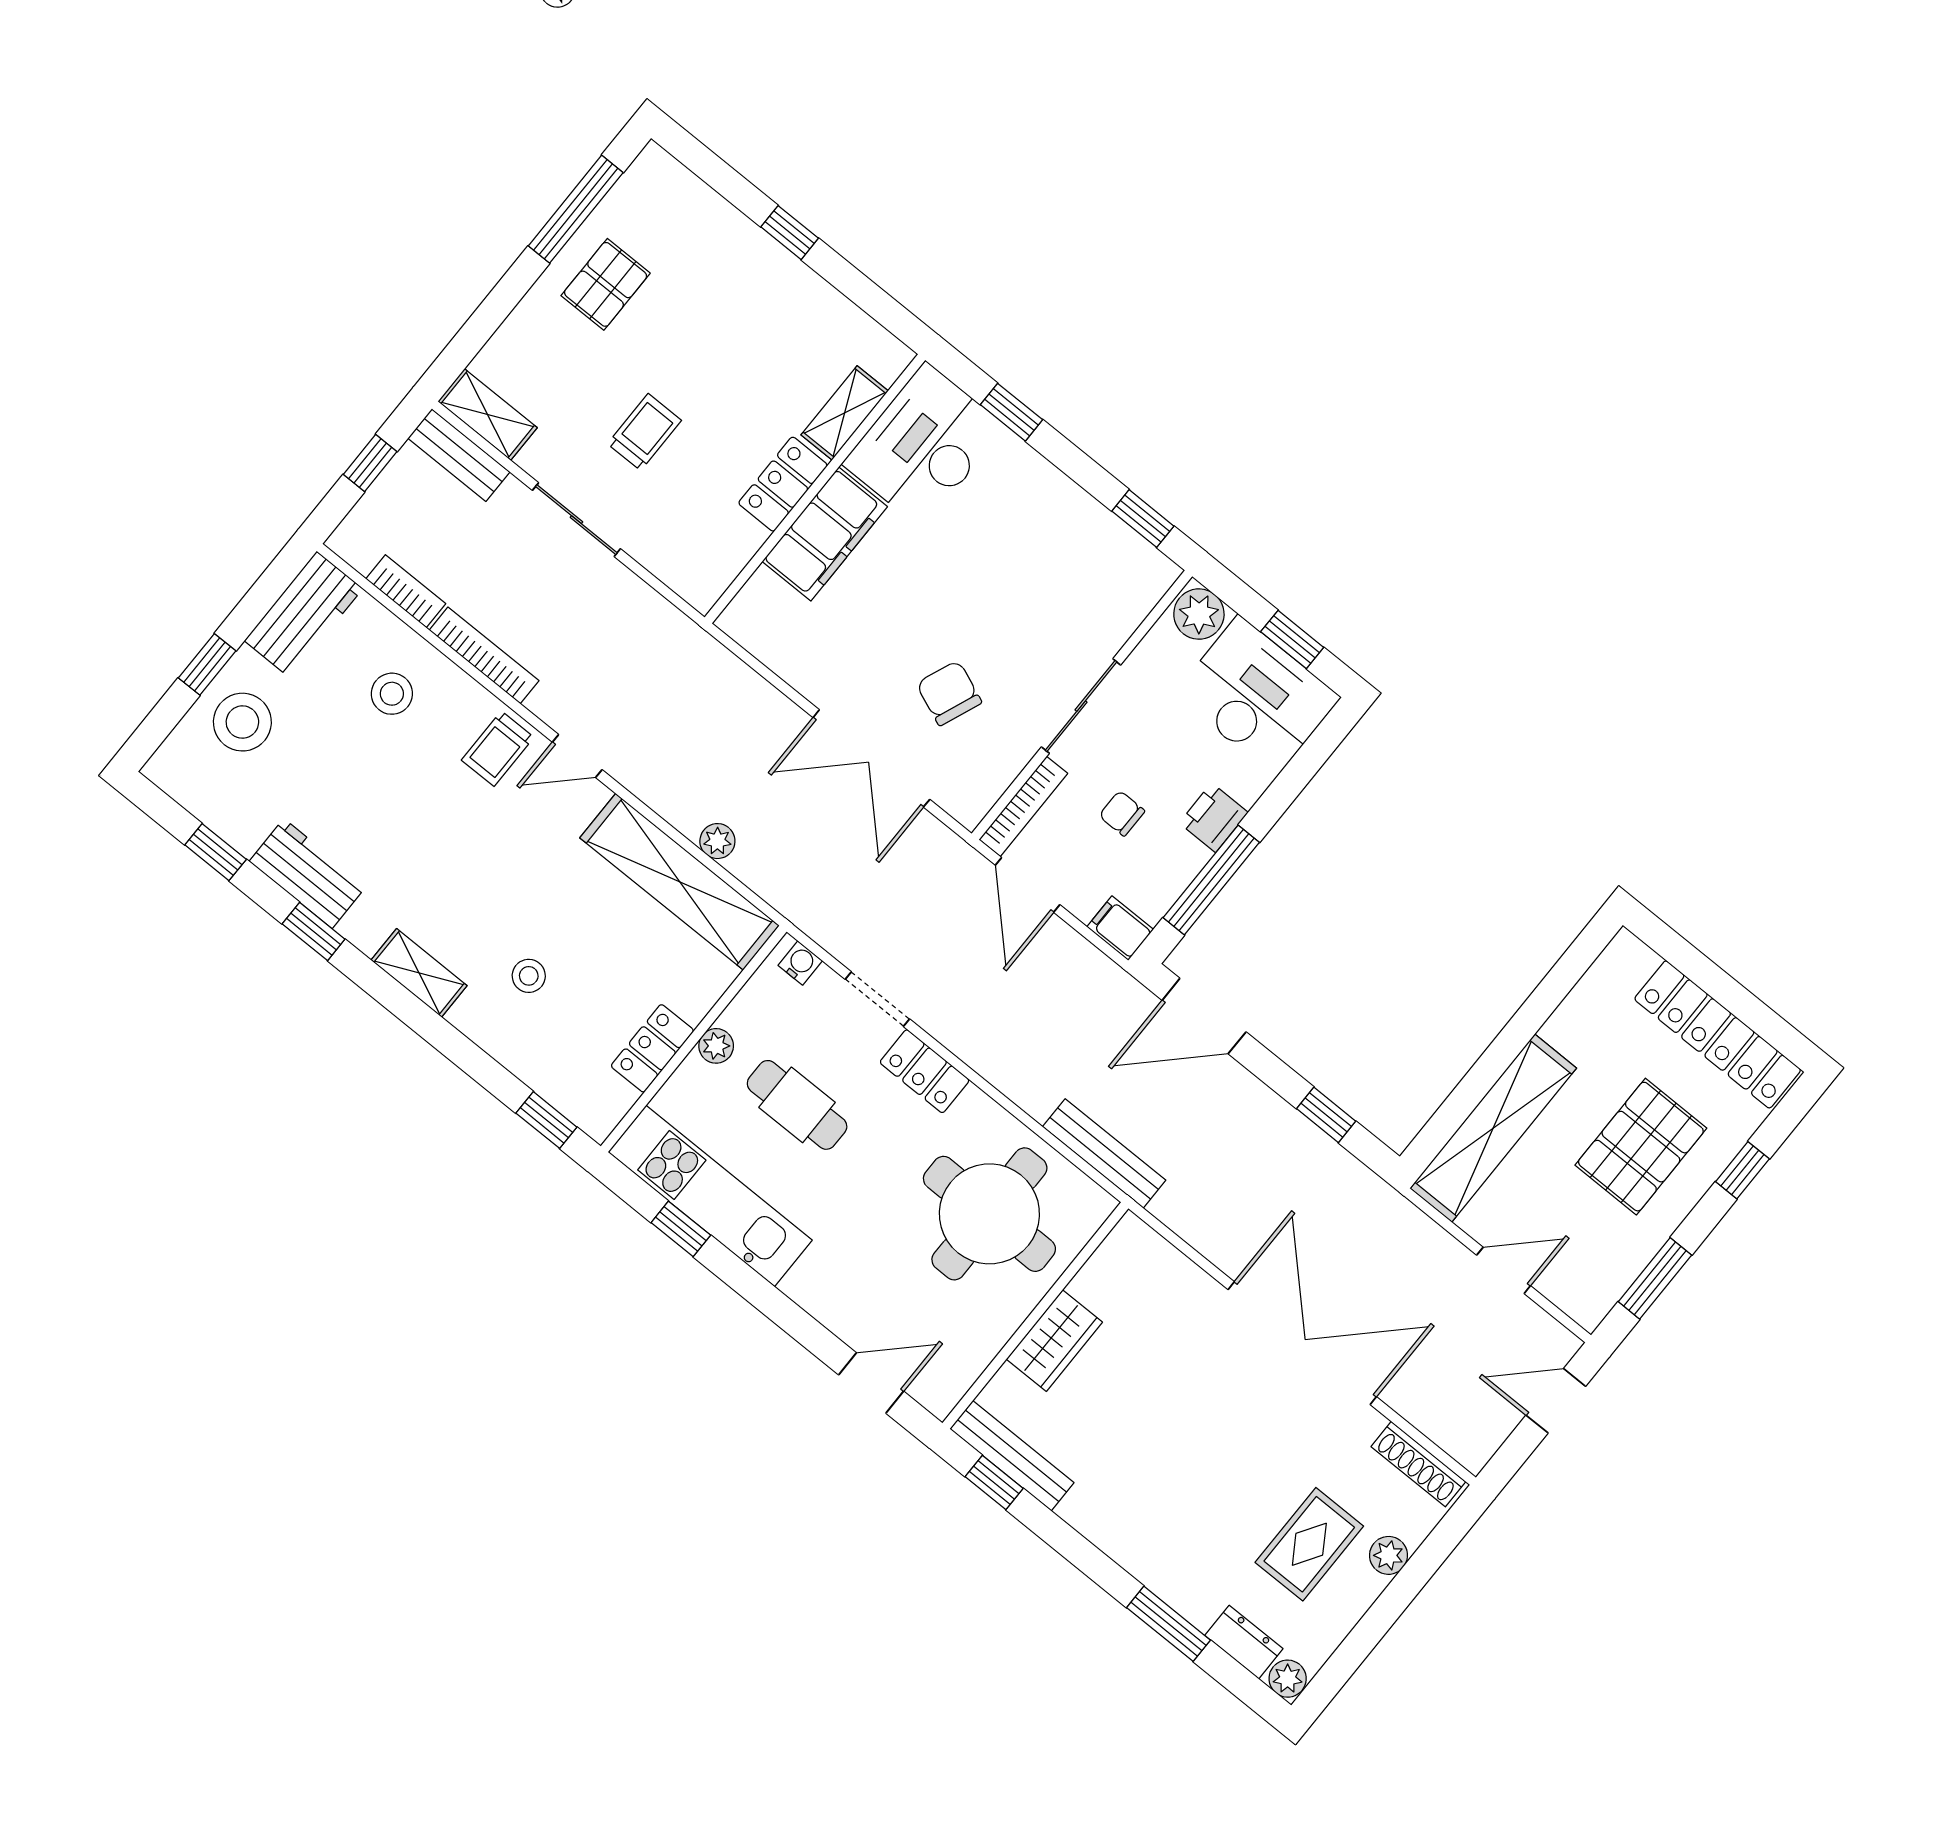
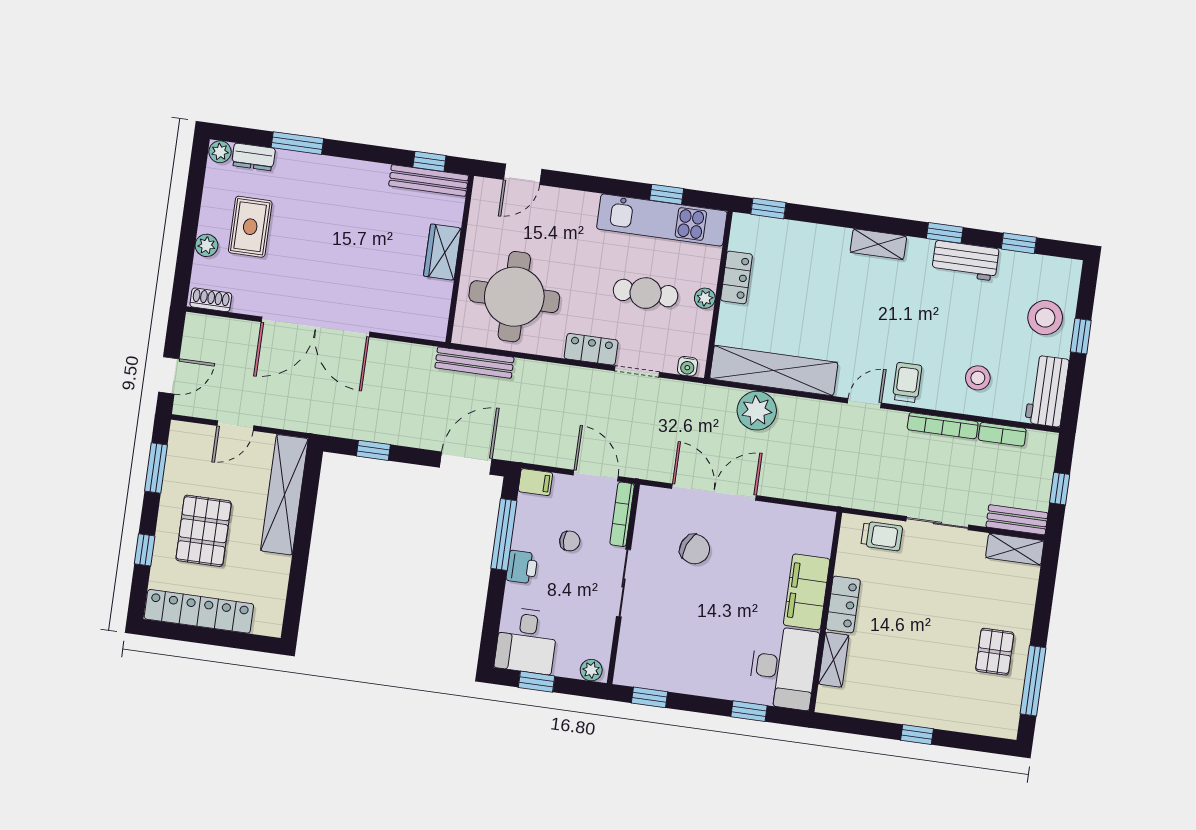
trolley: (644, 432) -> (882, 536), moved, turned -90
plant: (1199, 614) -> (591, 670), width x0.73, depth x0.73
desk: (1257, 696) -> (526, 641), width x0.73
plant: (717, 841) -> (757, 411), width x1.87, depth x1.87
stool: (529, 976) -> (822, 276), removed
shoe rack: (1418, 1464) -> (211, 300), width x0.70

